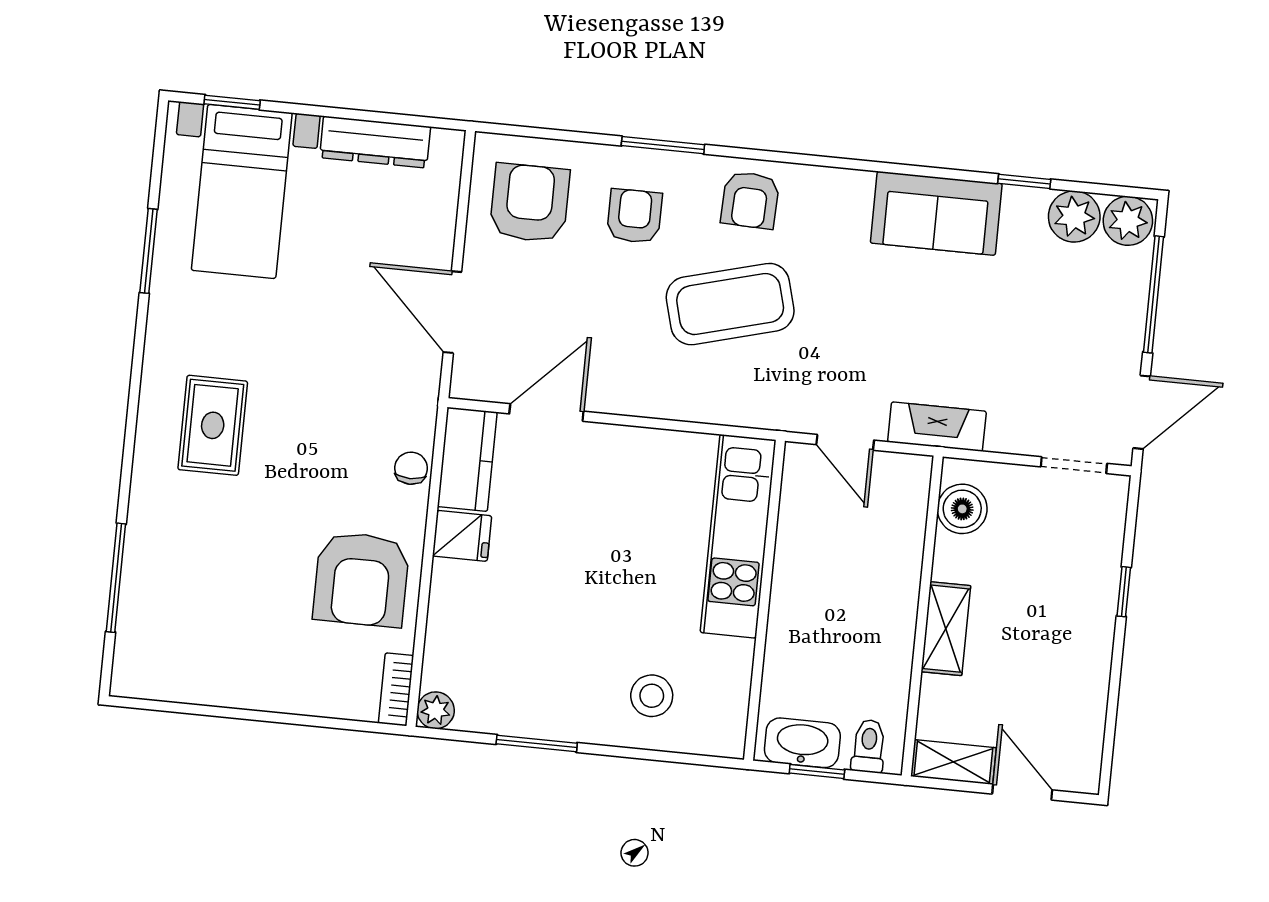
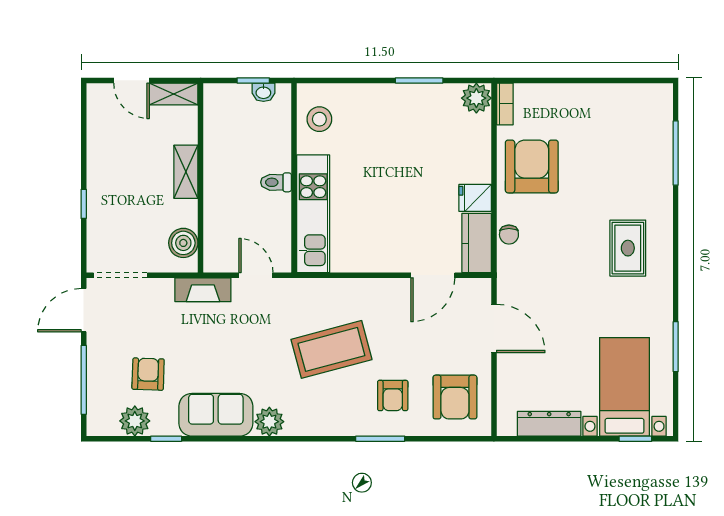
armchair: (750, 200) -> (148, 374), moved
plant: (1128, 221) -> (269, 422), moved
doorway: (1074, 465) -> (120, 275), width x1.38
stool: (652, 696) -> (319, 119), moved
plant: (436, 710) -> (476, 98), width x1.38, depth x1.38
washbasin: (802, 743) -> (263, 92), width x0.52, depth x0.69
toilet: (869, 746) -> (276, 182), moved, turned 90

